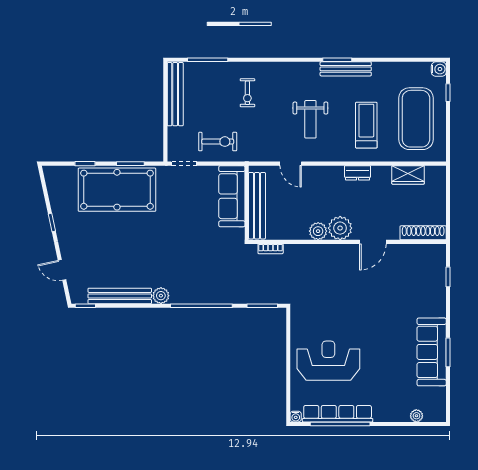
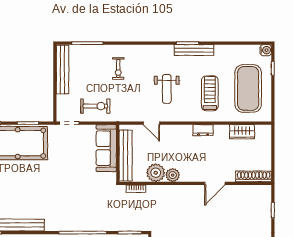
plant: (340, 228) -> (156, 173), moved
plant: (161, 296) -> (52, 225), removed

